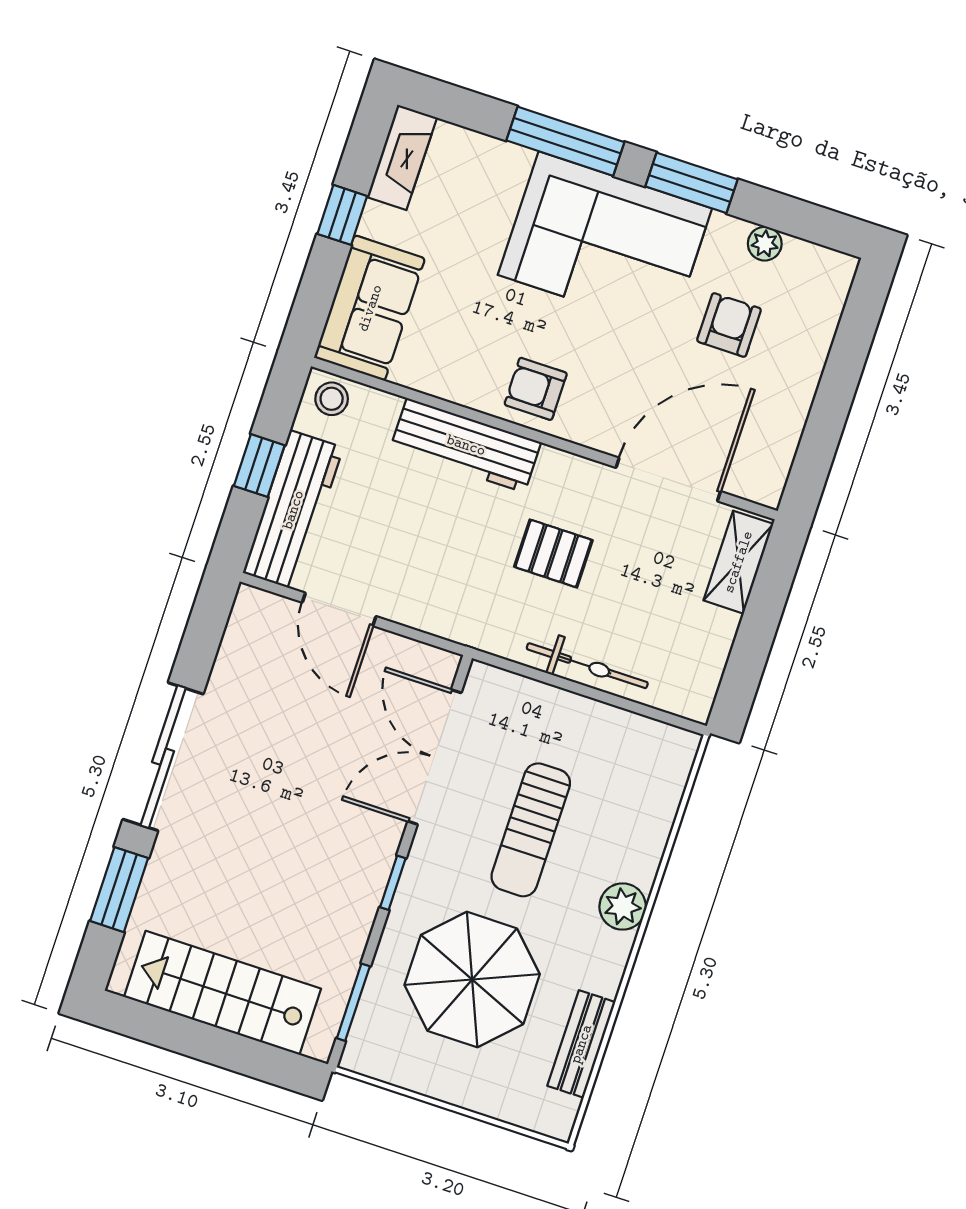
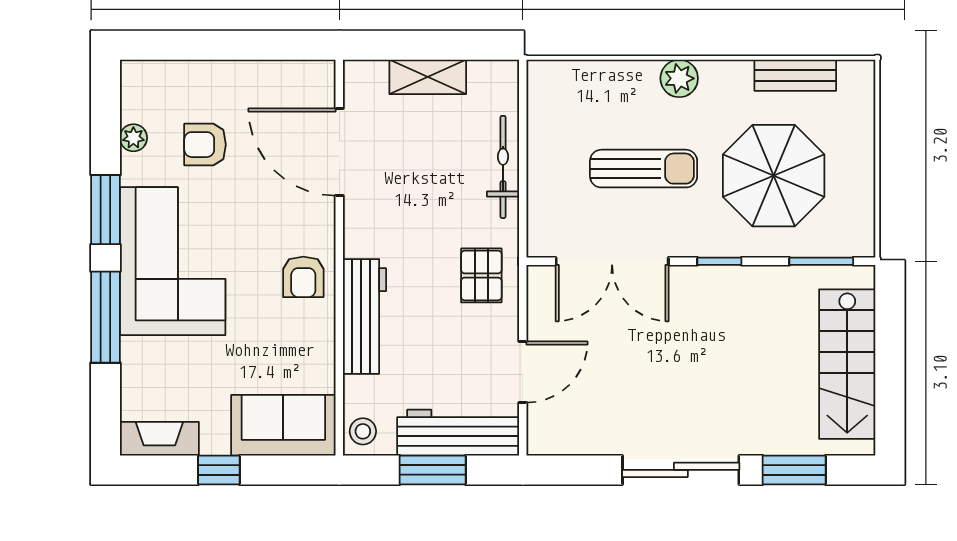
window: (259, 466) -> (433, 470), width x1.50
pallet: (553, 553) -> (481, 275), moved
shelving: (738, 562) -> (428, 77), moved

